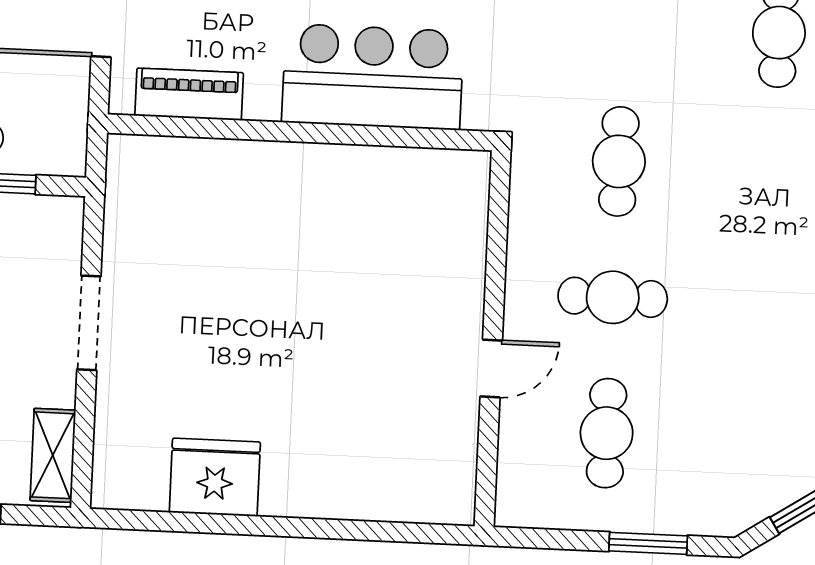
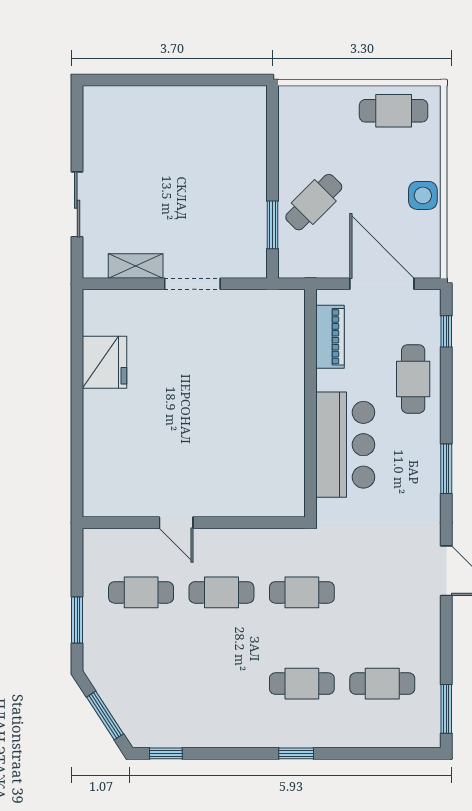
cafe table: (773, 168) -> (302, 684), added
cafe table: (613, 297) -> (221, 592), turned 90
shelving: (53, 455) -> (136, 266), moved

